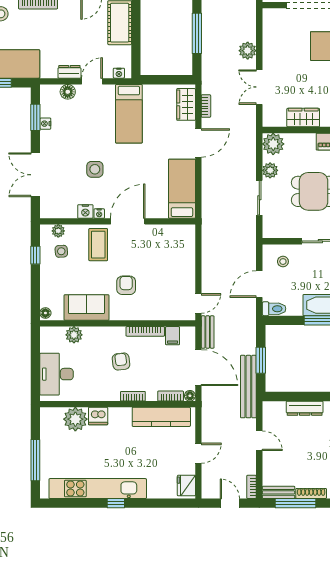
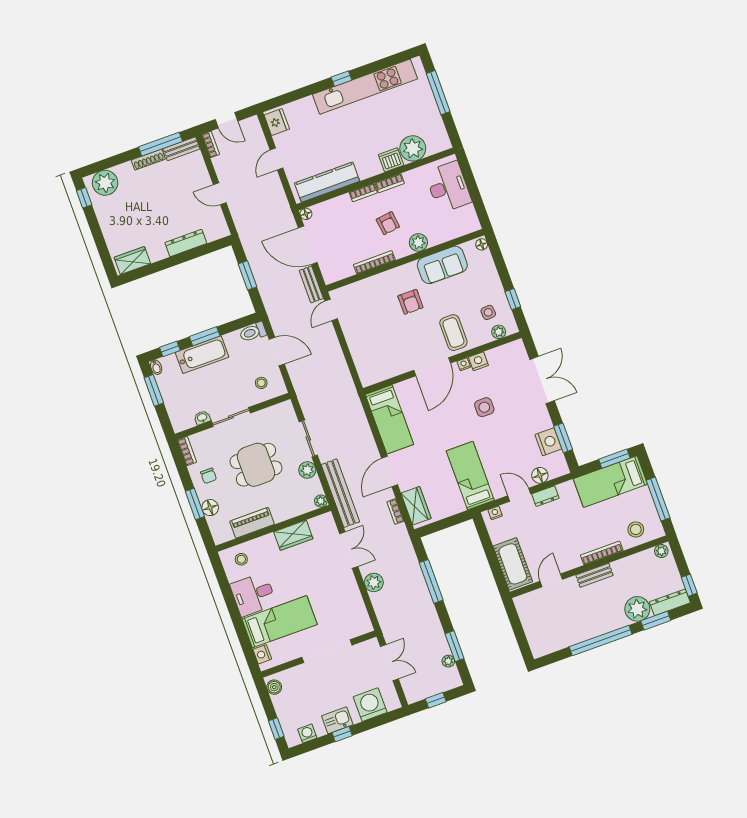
door: (92, 81) -> (519, 495), swing flipped
nightstand: (45, 124) -> (548, 442), width x1.89, depth x1.79
plant: (273, 144) -> (321, 501), width x0.53, depth x0.53
door: (259, 284) -> (277, 352), hinge flipped
plant: (74, 335) -> (418, 242), moved
filing cabinet: (173, 336) -> (345, 268), removed
bench: (248, 387) -> (340, 493), moved
bookcase: (171, 396) -> (390, 183), moved

